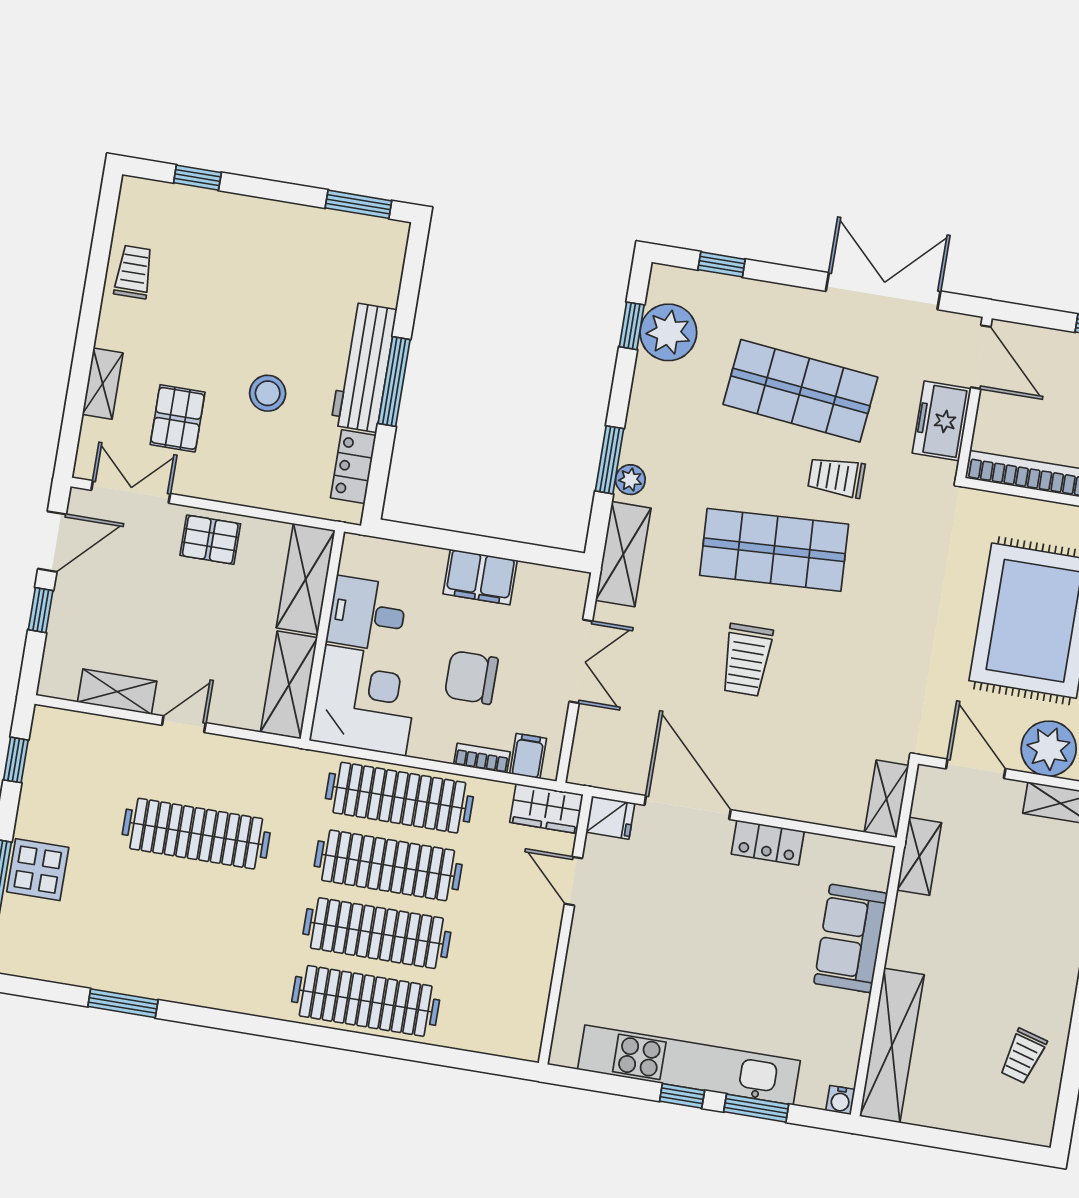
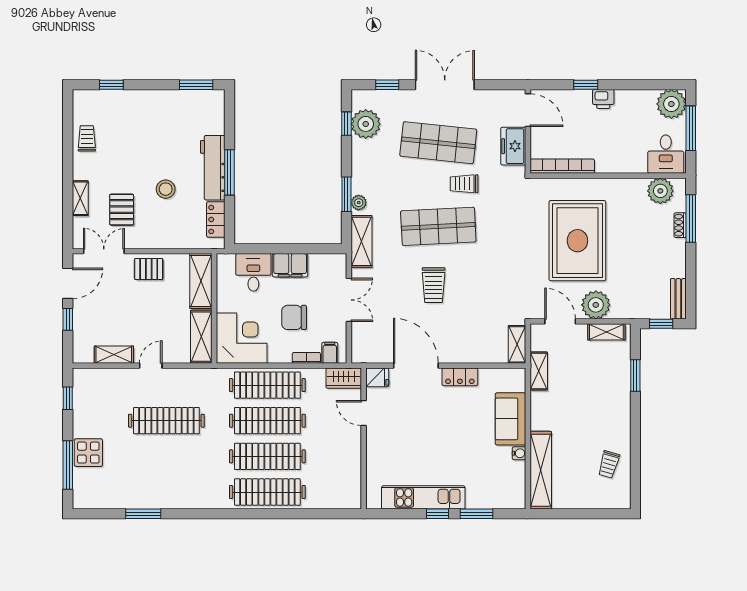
double door: (883, 291) -> (445, 85), moved
desk: (367, 614) -> (253, 272), moved, turned 90
kitchen unit: (689, 1065) -> (423, 497), width x0.73
water cooler: (840, 1100) -> (519, 453), moved, turned -90

